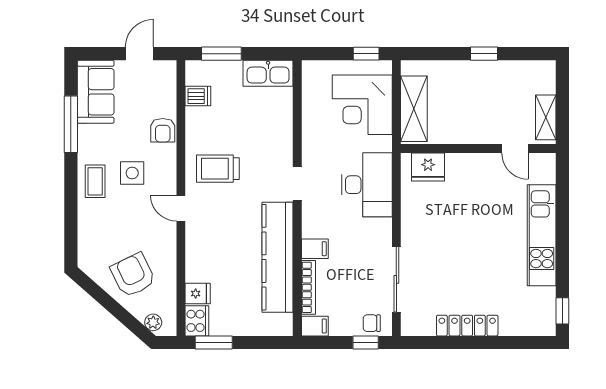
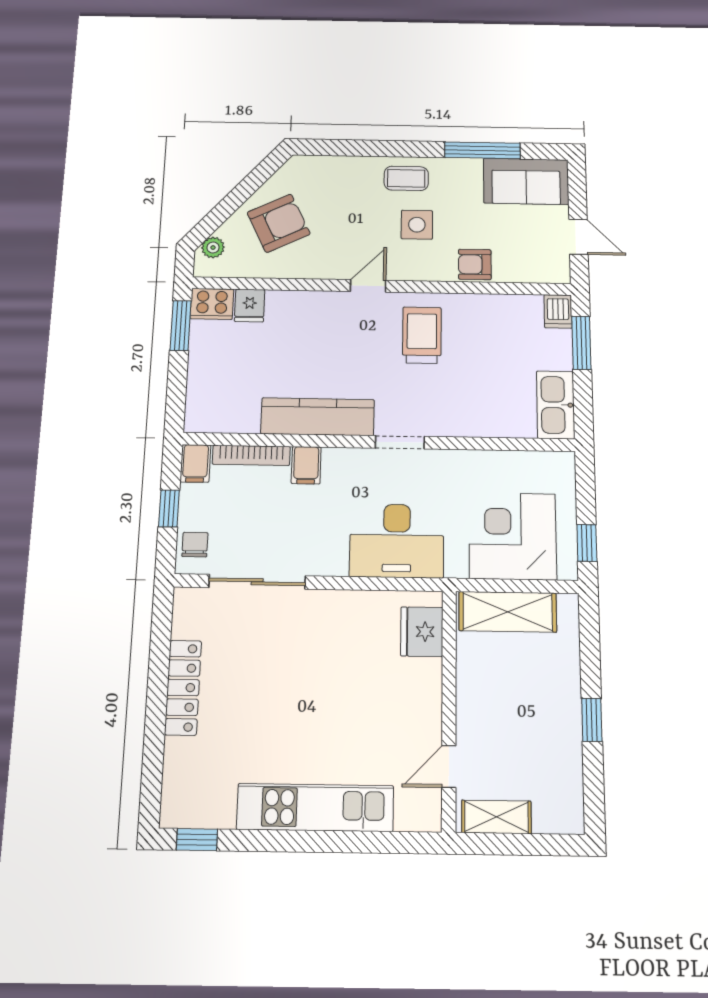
dishwasher: (198, 96) -> (558, 311), moved
kitchen counter: (278, 257) -> (318, 417), width x0.72, depth x0.86
window: (366, 342) -> (169, 508), moved

